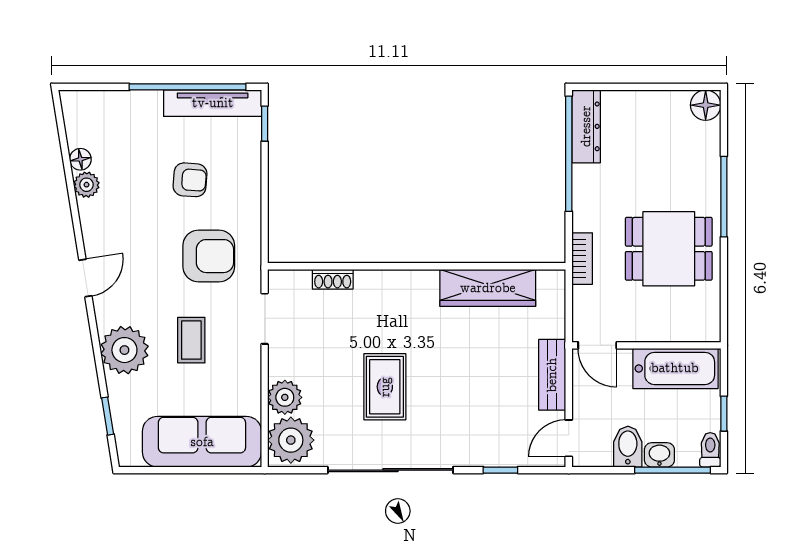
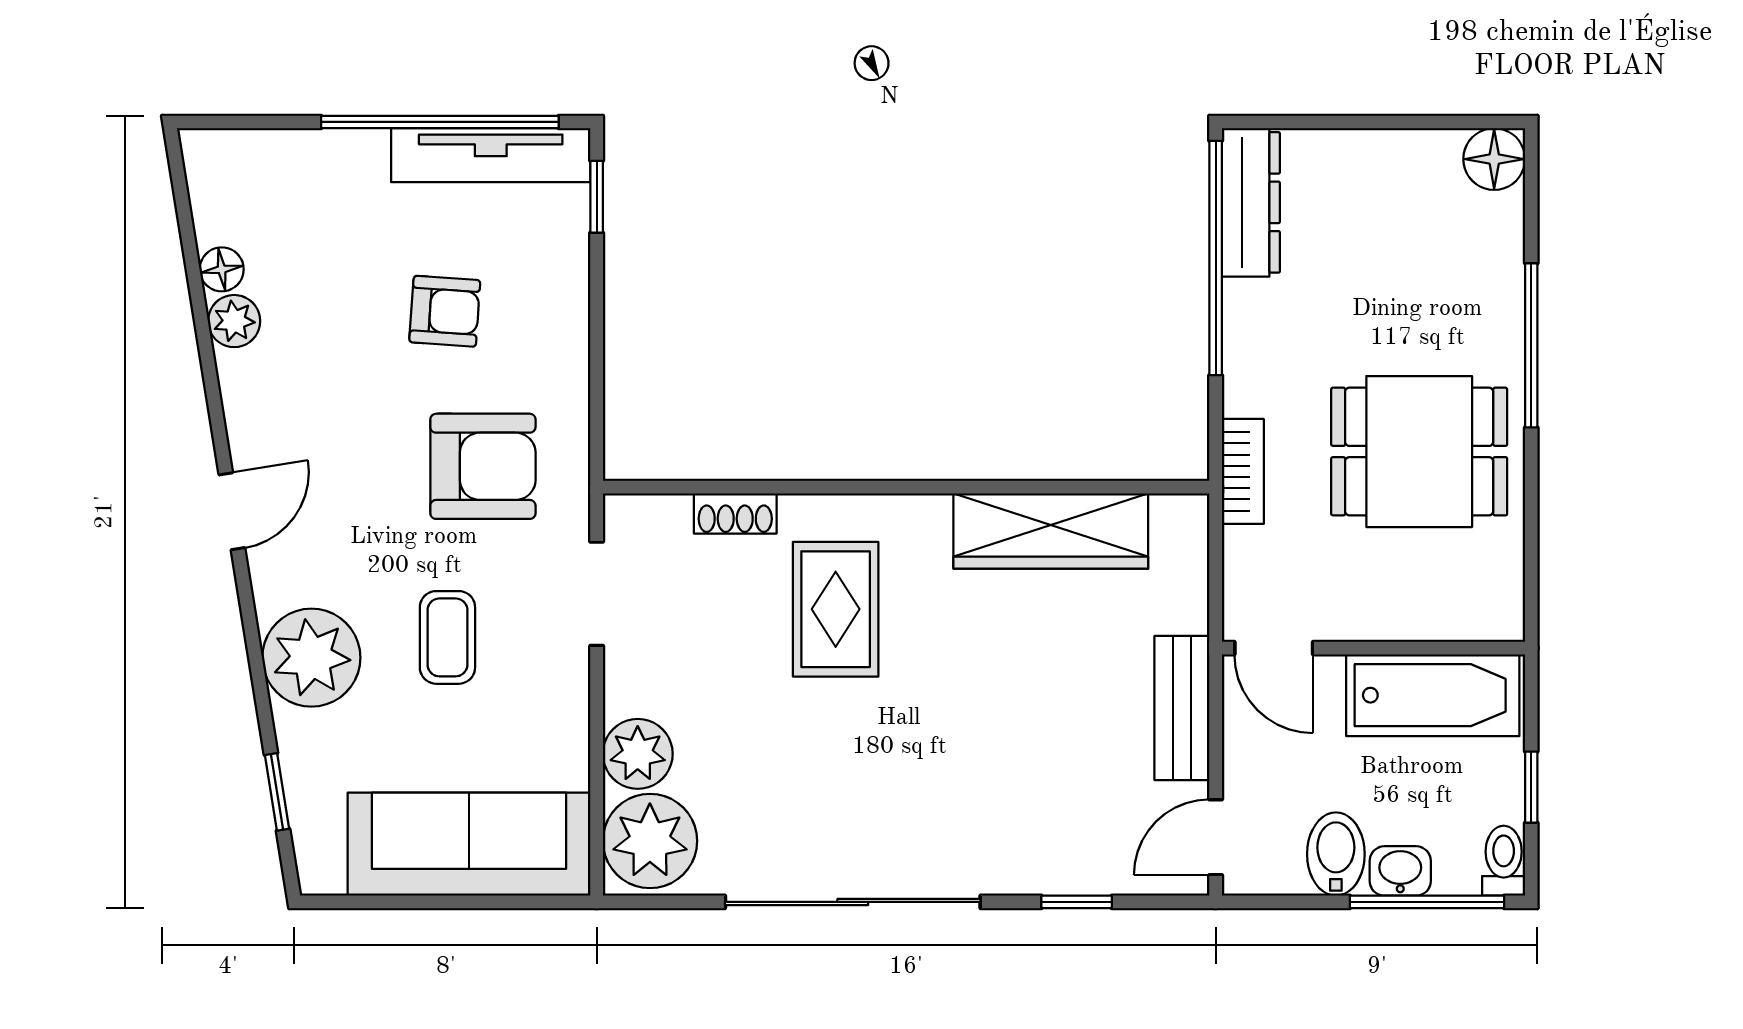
rug: (385, 387) -> (836, 609), moved

